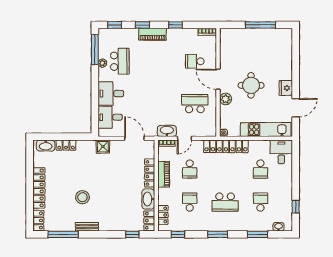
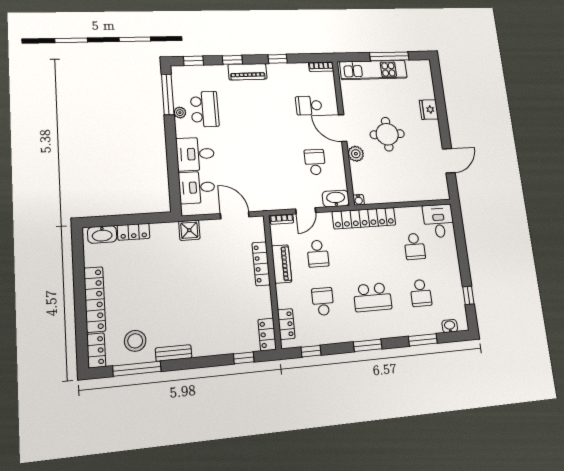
fridge: (286, 88) -> (429, 110), moved
school desk: (195, 104) -> (315, 162), width x0.54
kitchen unit: (266, 130) -> (373, 70), moved, turned 180
washbasin: (167, 131) -> (336, 199), moved
stool: (82, 197) -> (135, 341), moved
washbasin: (148, 199) -> (263, 302), removed
school desk: (261, 202) -> (421, 293), turned 180

